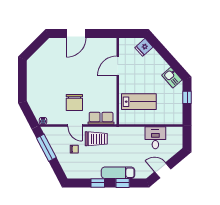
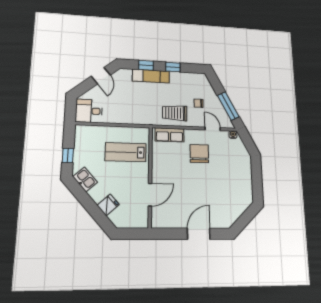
fridge: (144, 47) -> (108, 205), moved
door: (75, 126) -> (213, 129), moved
desk: (155, 138) -> (89, 111), moved, turned 90
door: (163, 170) -> (101, 76), hinge flipped

